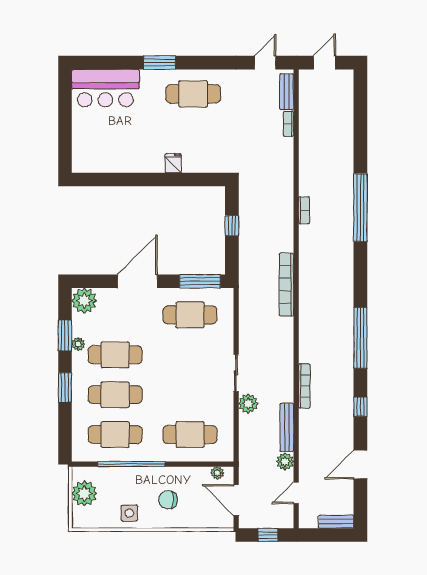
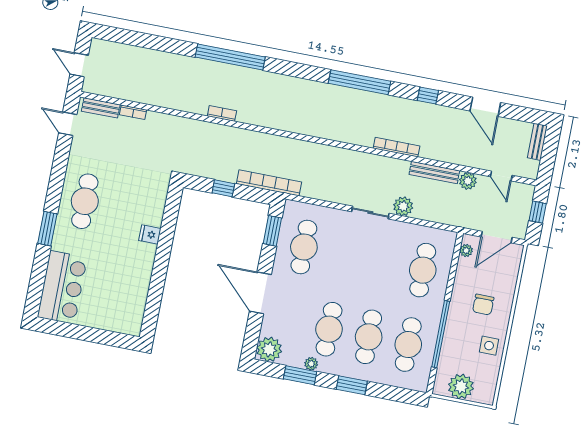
window: (200, 281) -> (272, 231), width x0.69
bookcase: (286, 285) -> (269, 183), moved, turned 180

